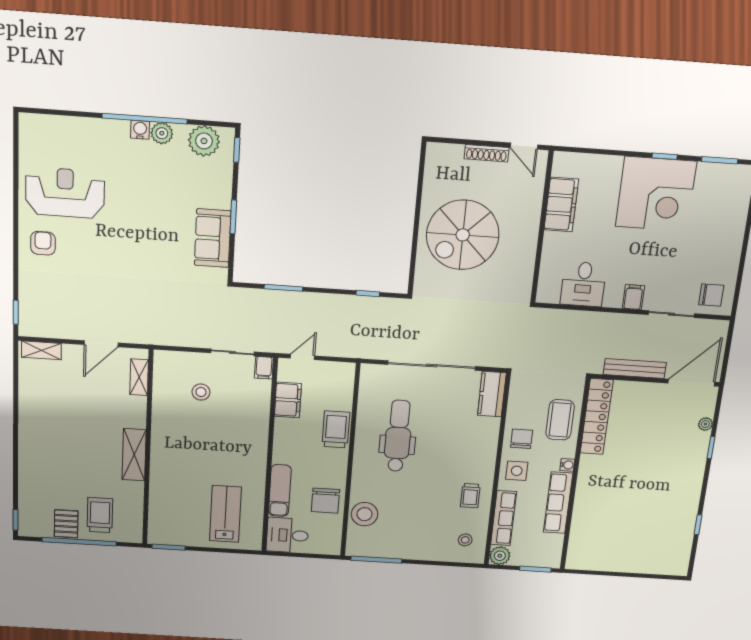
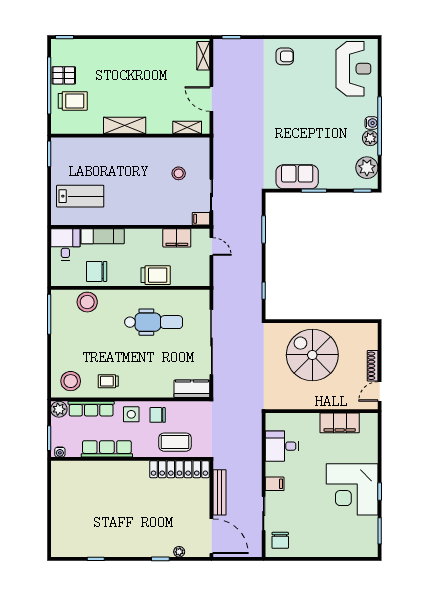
reception desk: (65, 193) -> (353, 69), moved
chair: (522, 439) -> (158, 415), turned 180
water cooler: (567, 465) -> (60, 452), moved
stool: (465, 540) -> (71, 381), width x1.89, depth x1.89

